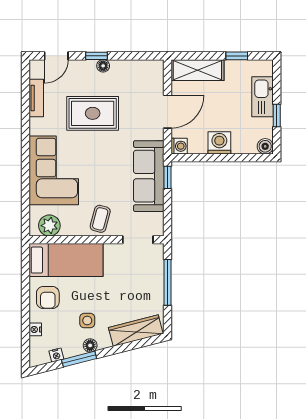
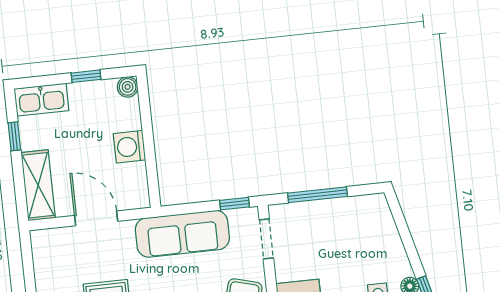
kitchen sink: (262, 97) -> (41, 100), moved
washing machine: (179, 146) -> (139, 198), removed
window: (167, 177) -> (234, 204), moved
wardrobe: (136, 331) -> (384, 229), removed

